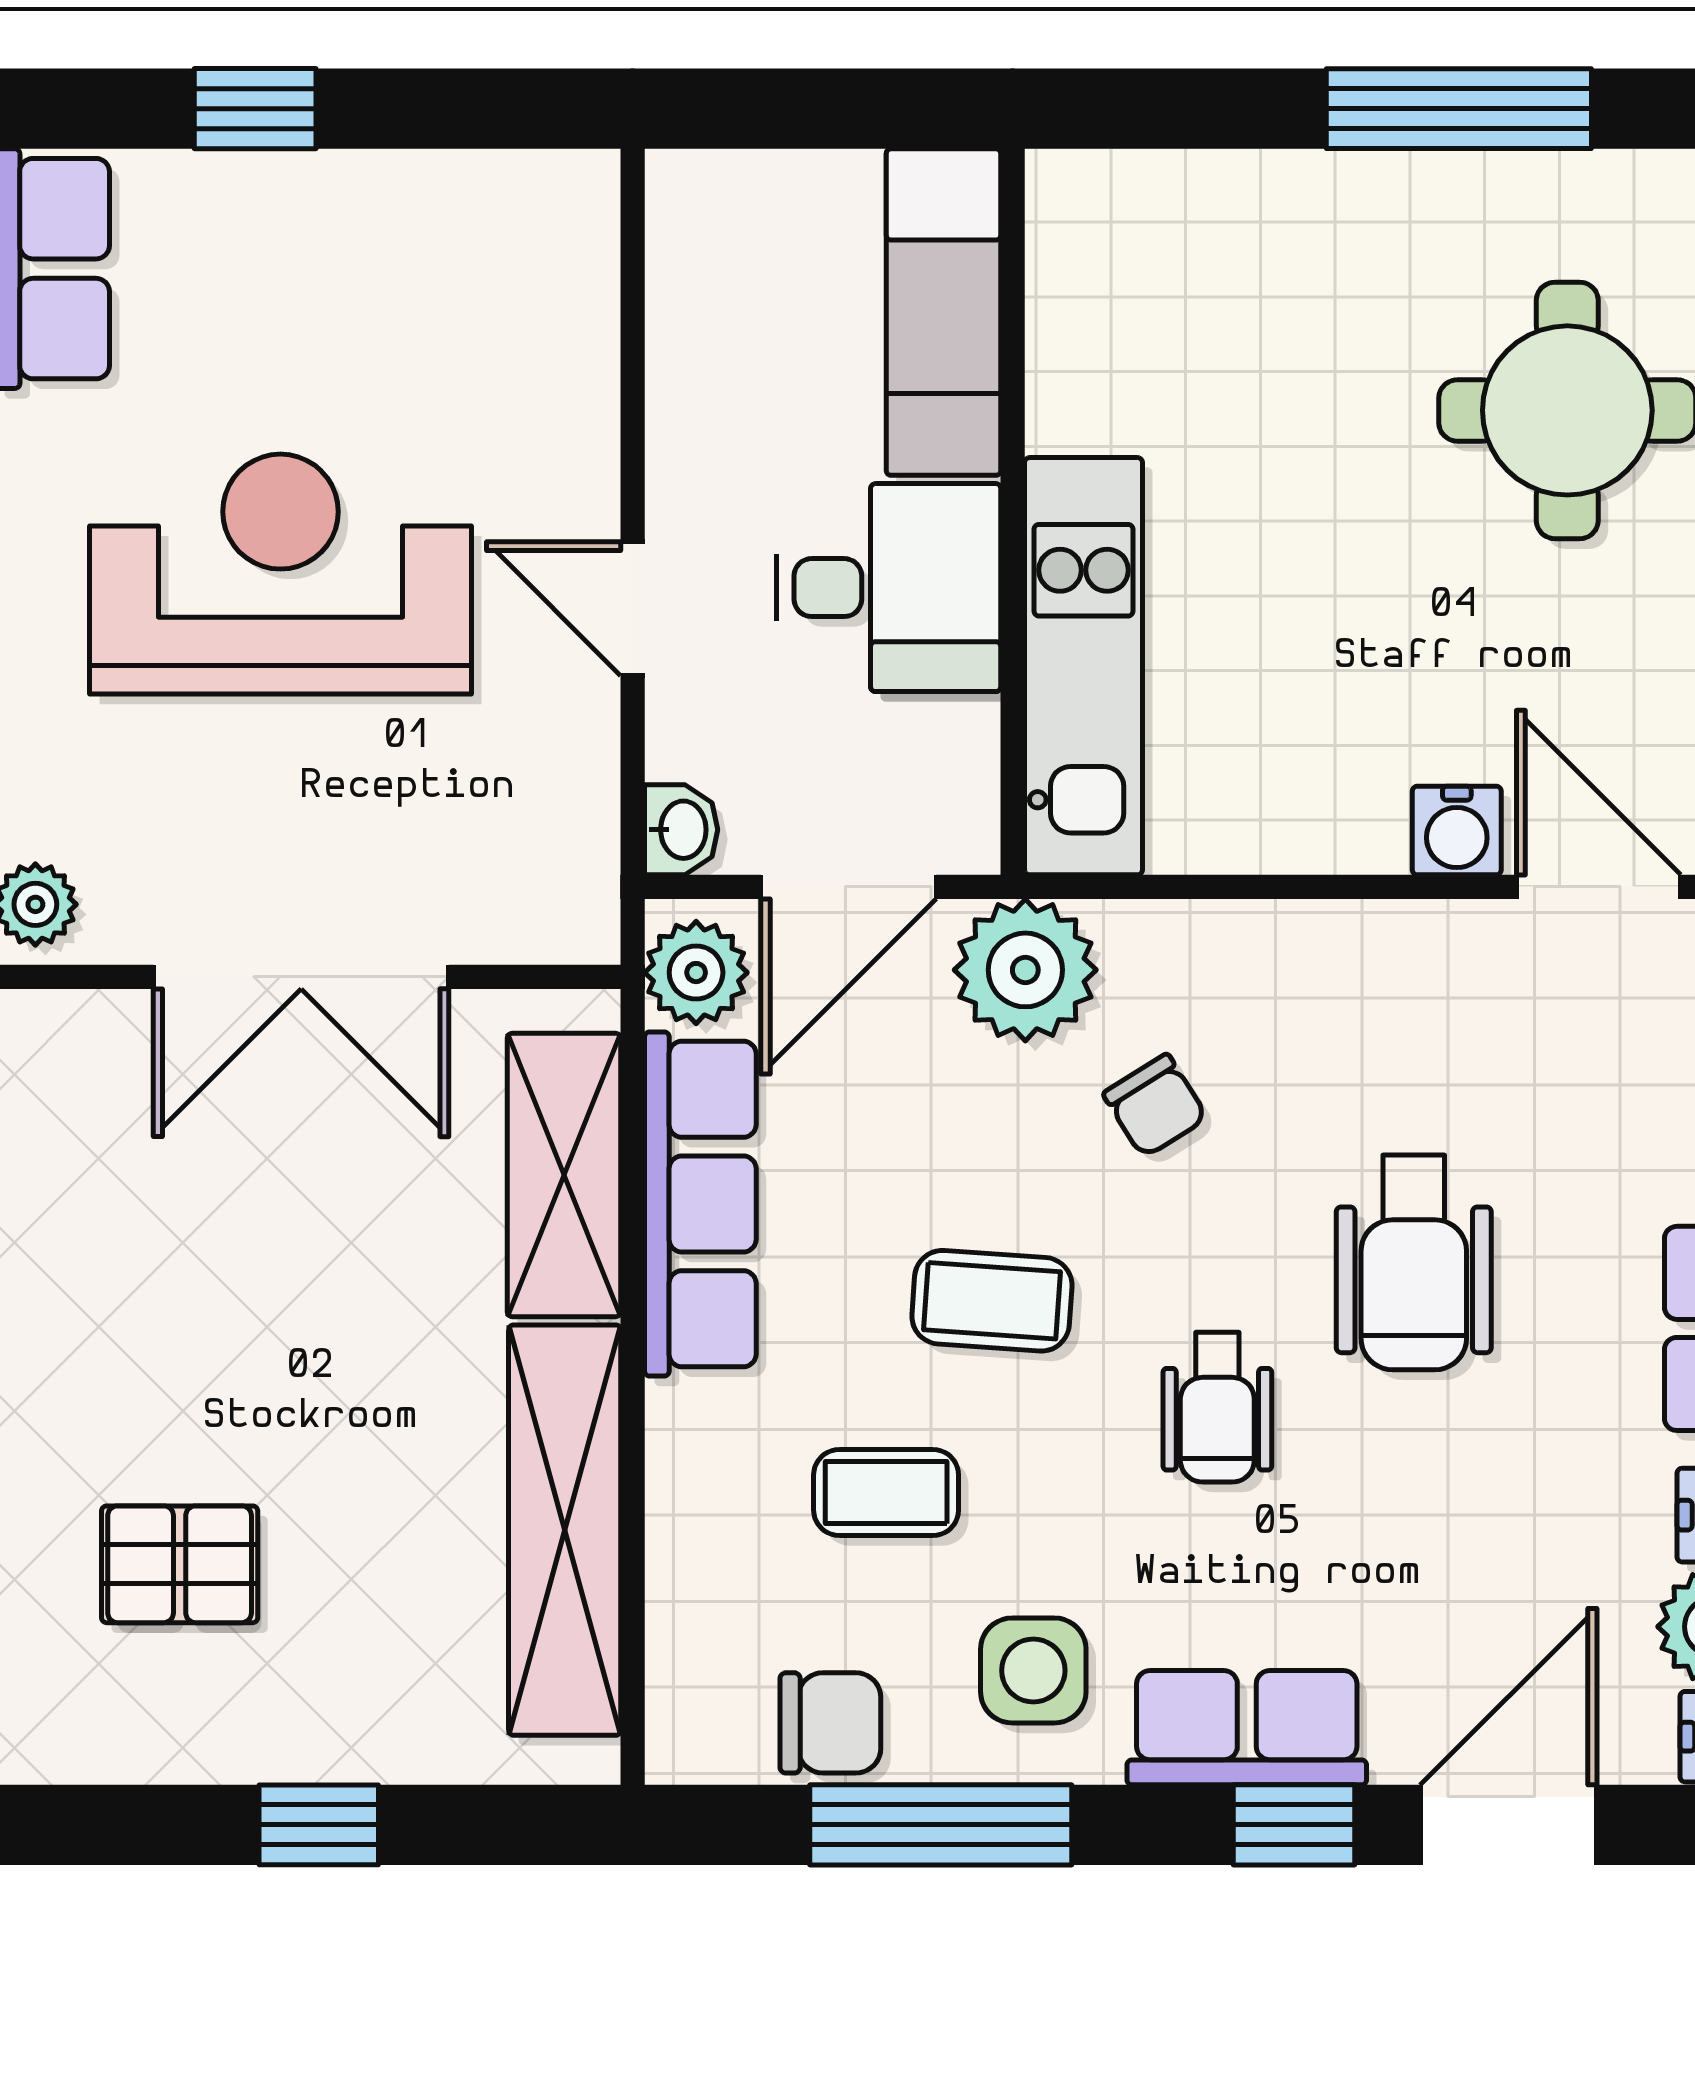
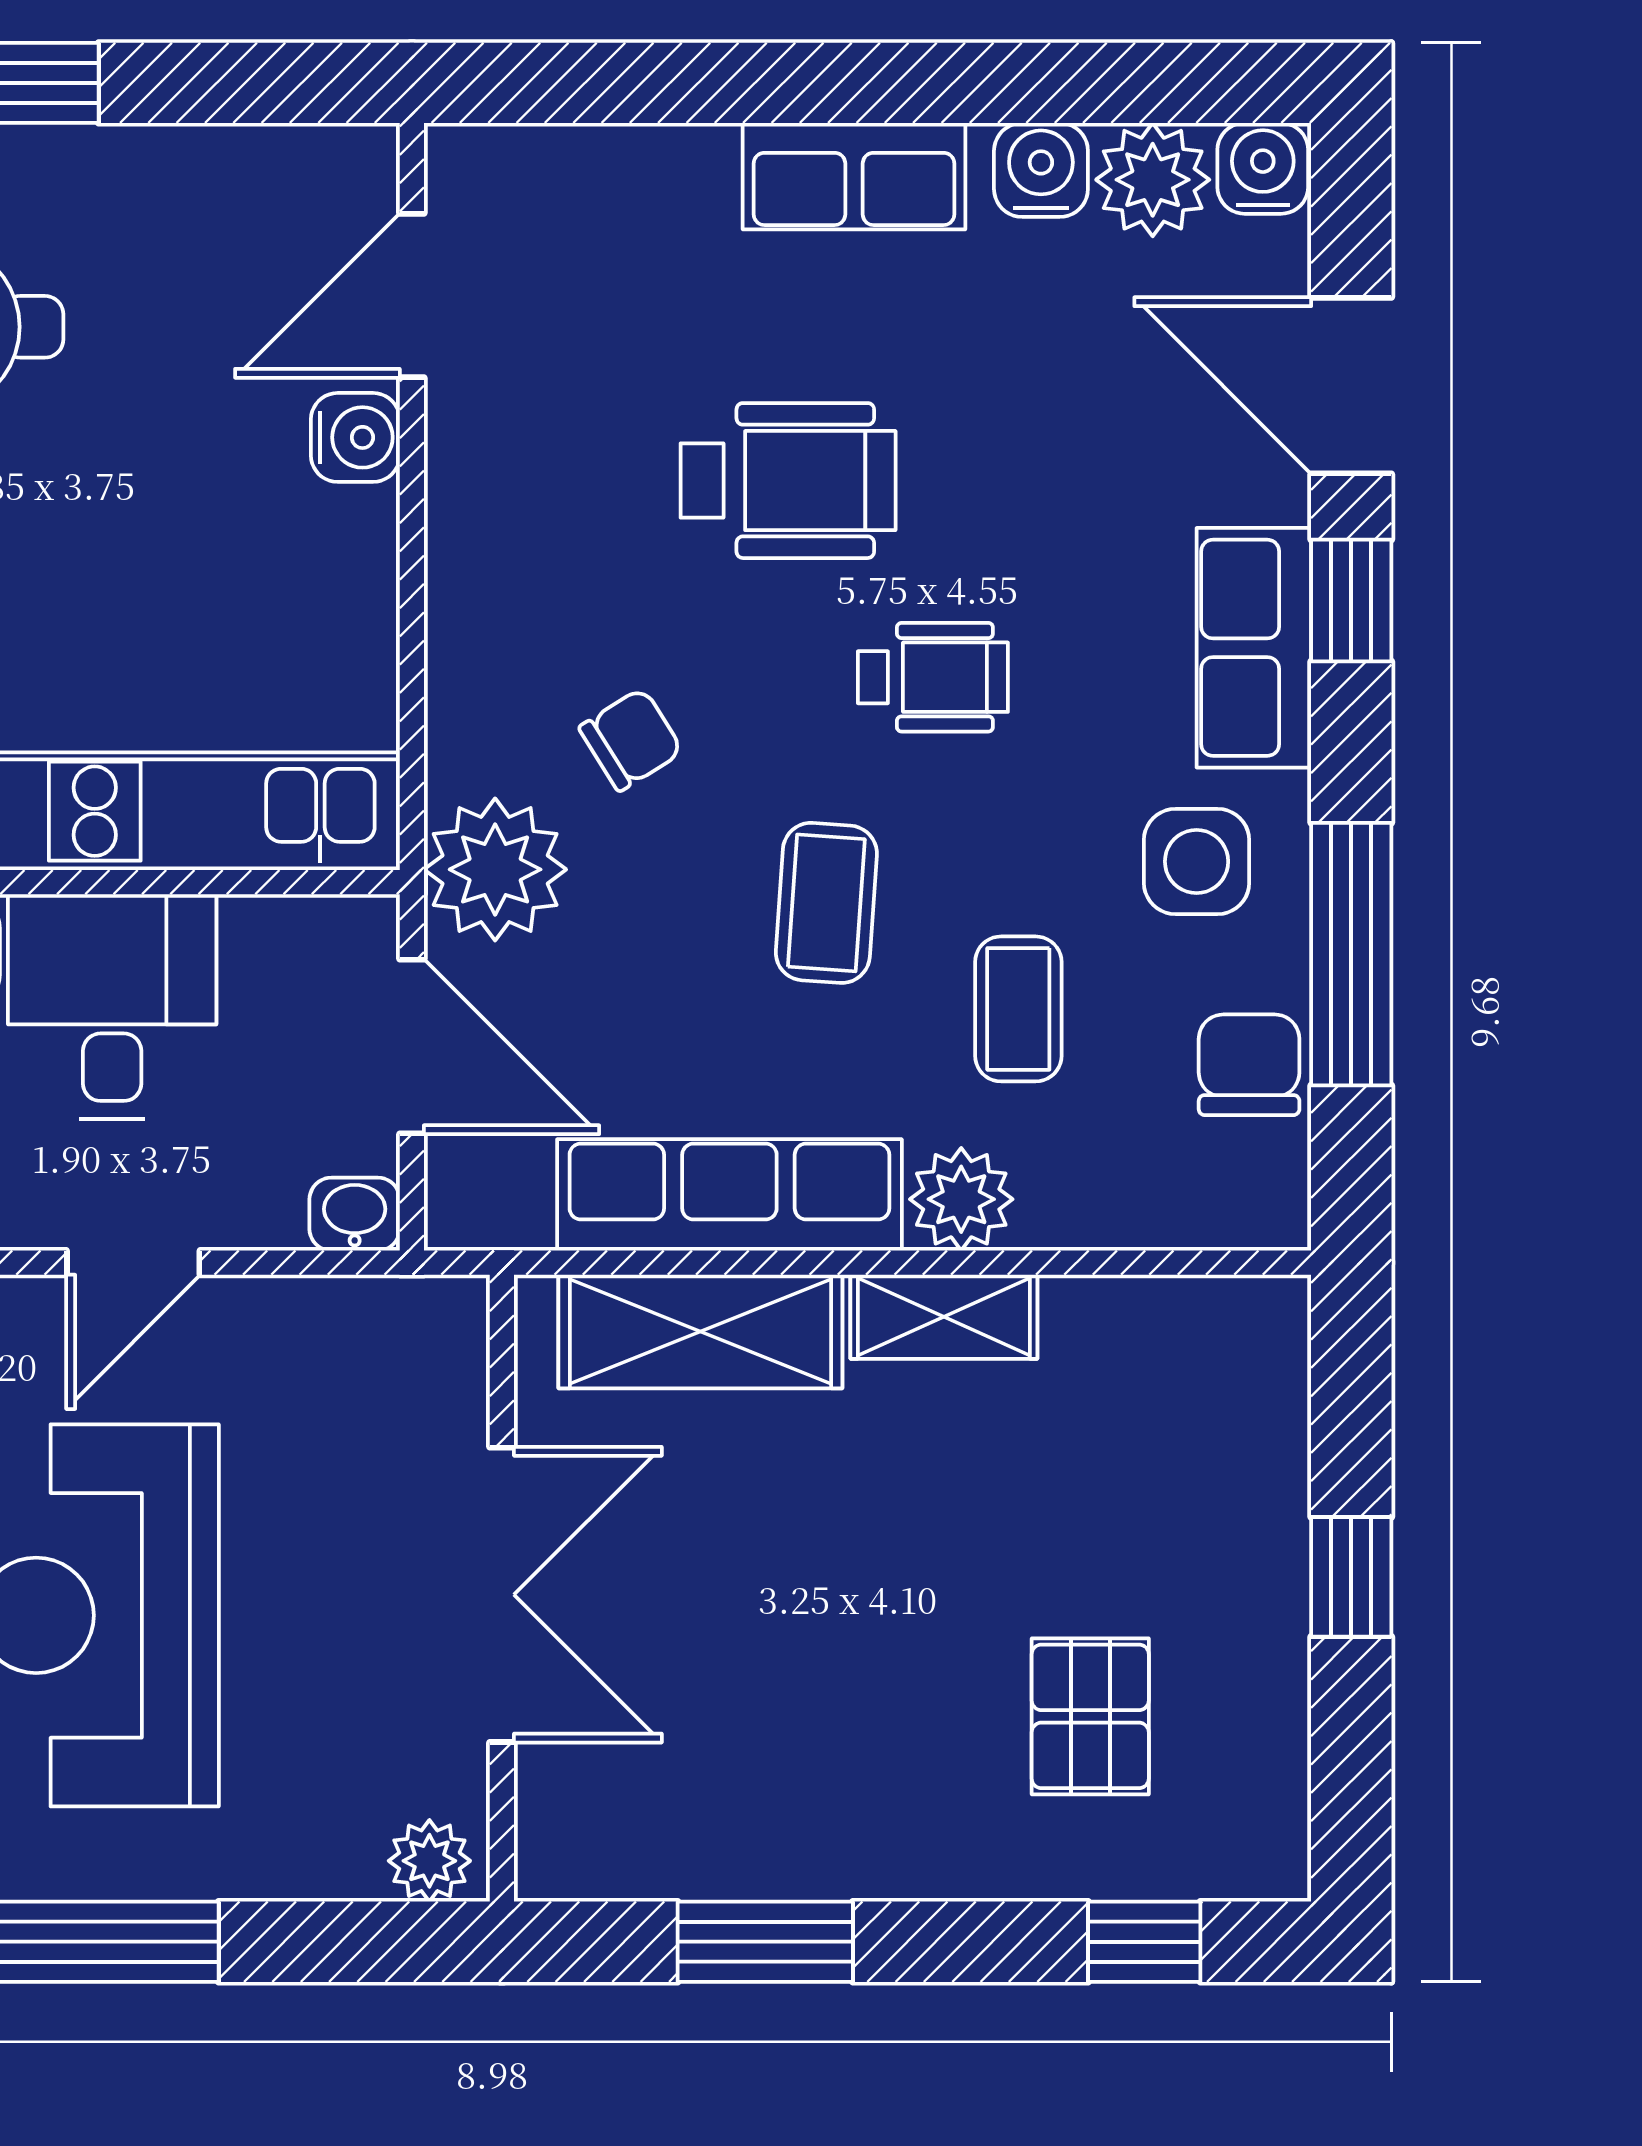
plant: (696, 973) -> (961, 1199), moved
shelving: (565, 1530) -> (944, 1317), width x0.45, depth x0.75

